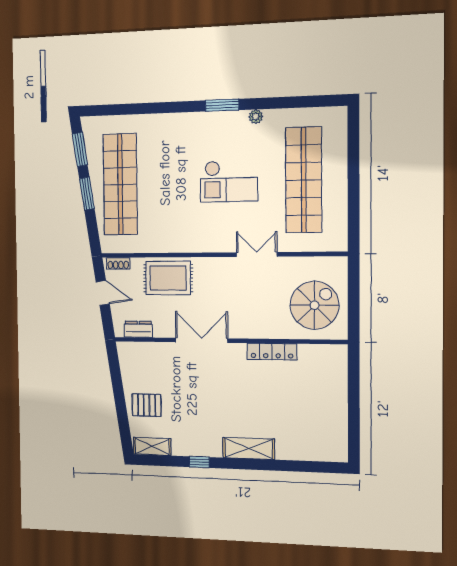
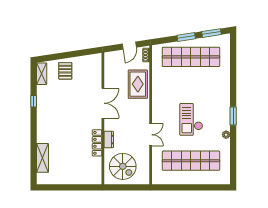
dresser: (138, 329) -> (109, 139), moved
shelving: (249, 448) -> (43, 158), moved

